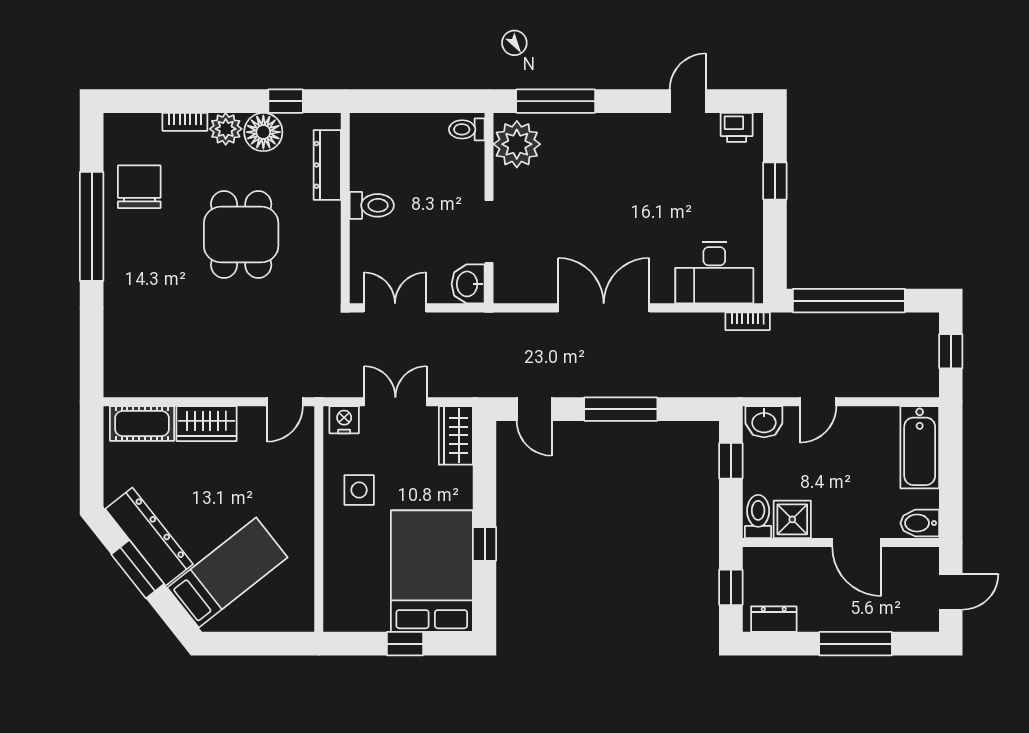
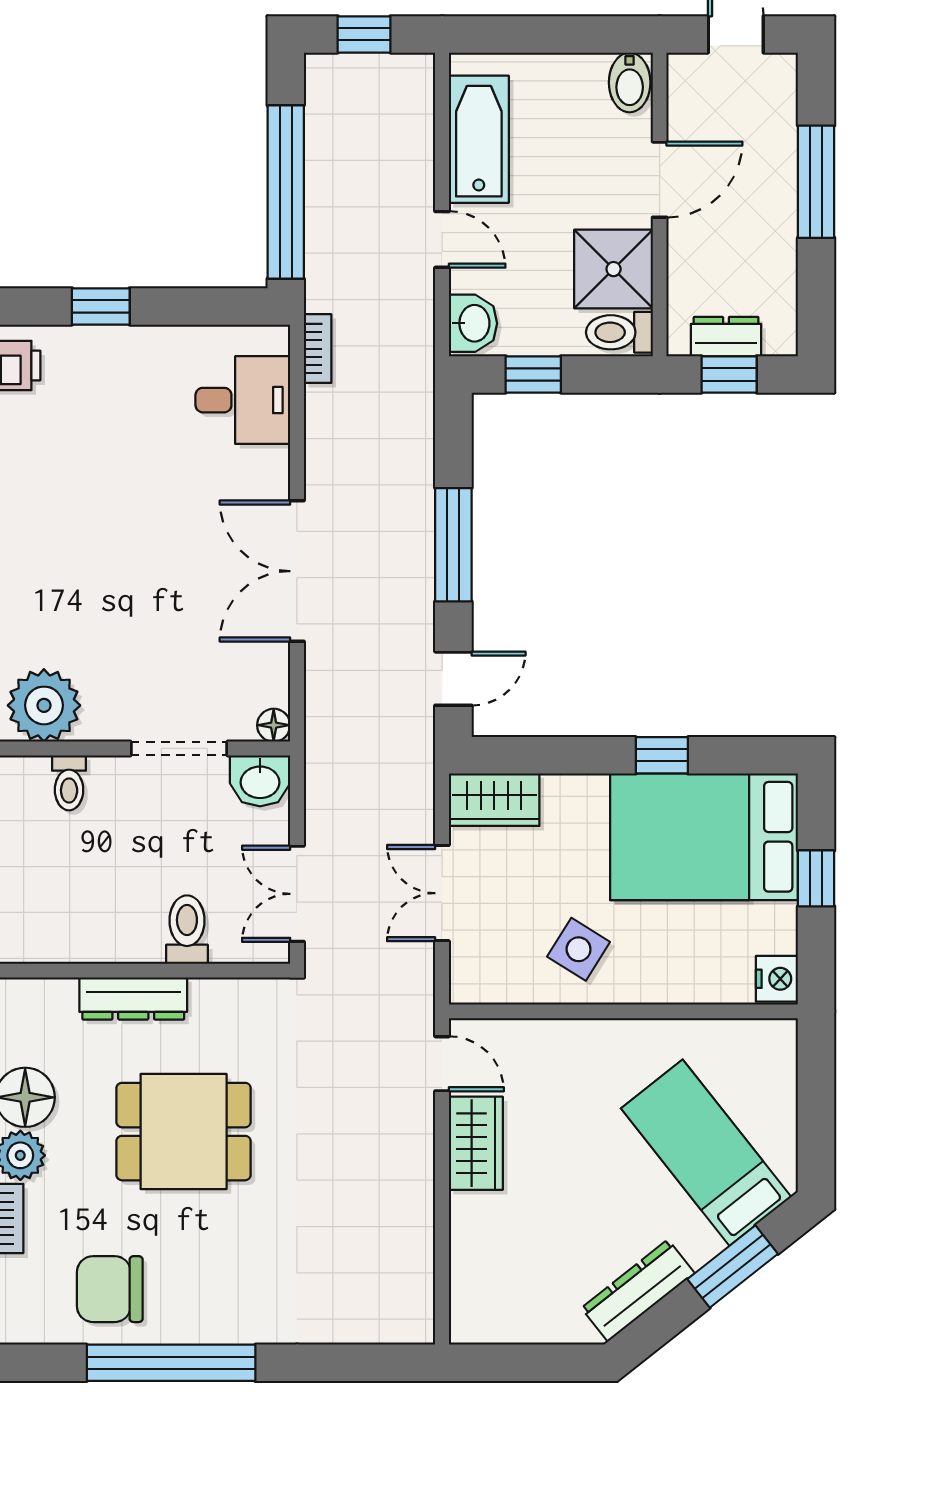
toilet: (467, 129) -> (69, 783), moved
dresser: (327, 165) -> (133, 999), moved
toilet: (372, 205) -> (187, 930), moved
desk: (714, 273) -> (243, 400), width x0.73
floor lamp: (504, 293) -> (274, 725), added
nightstand: (344, 420) -> (777, 979), moved, turned 180
cot: (142, 424) -> (476, 1285), removed
wardrobe: (207, 424) -> (476, 1143), moved
bathtub: (920, 447) -> (479, 139), moved, turned -90
side table: (359, 490) -> (579, 949), turned 32
shower: (792, 519) -> (614, 269), width x1.36, depth x1.36
dresser: (149, 537) -> (638, 1291), width x0.73, depth x0.80
window: (138, 569) -> (733, 1267), moved
dresser: (774, 619) -> (726, 337), moved, turned 90

